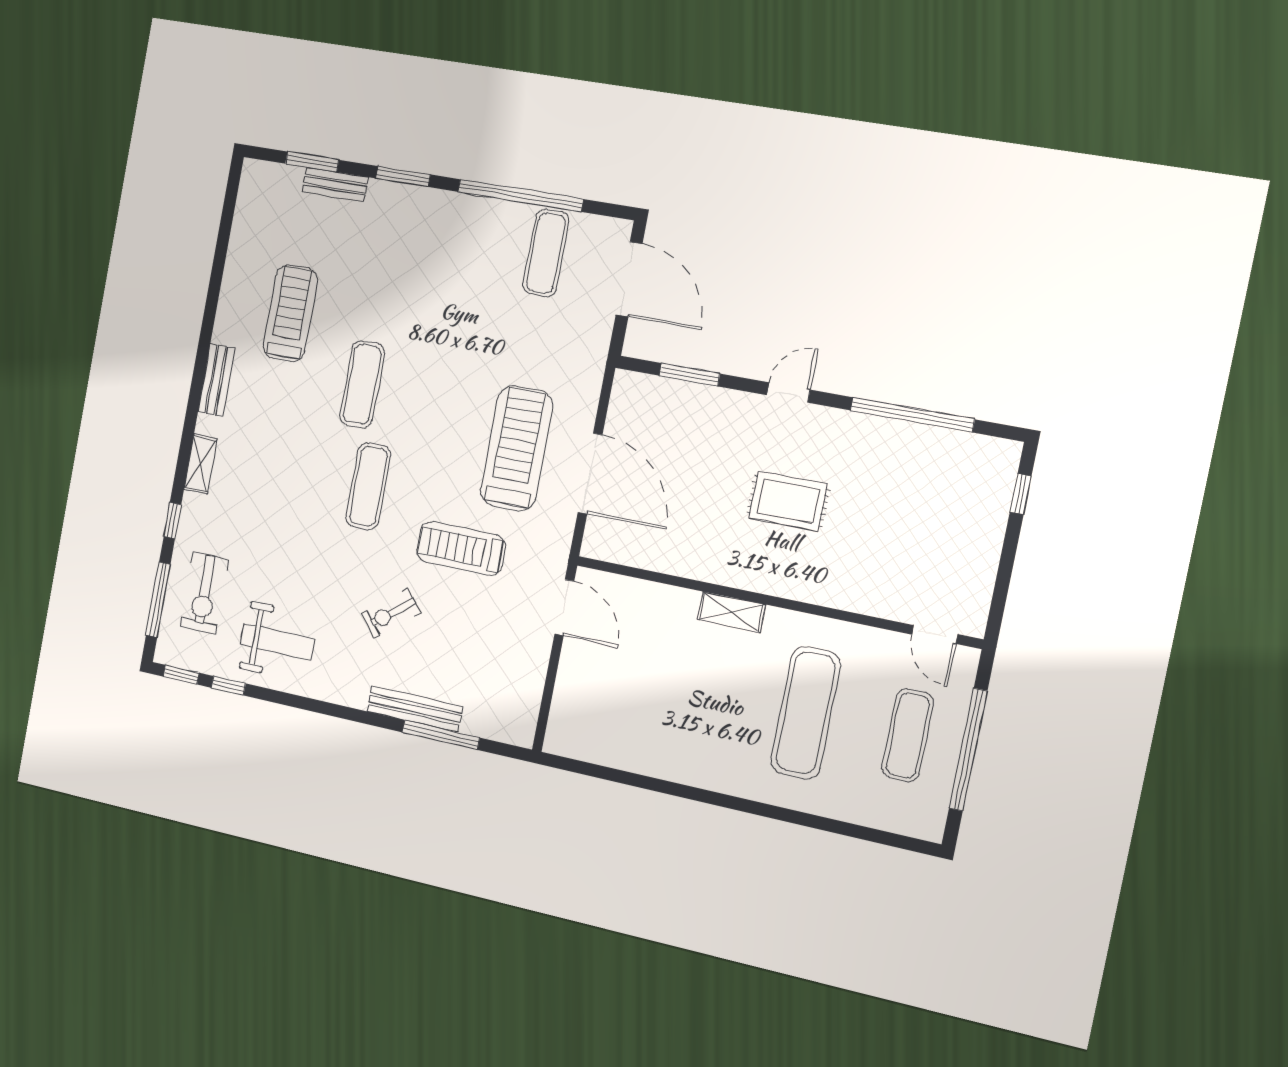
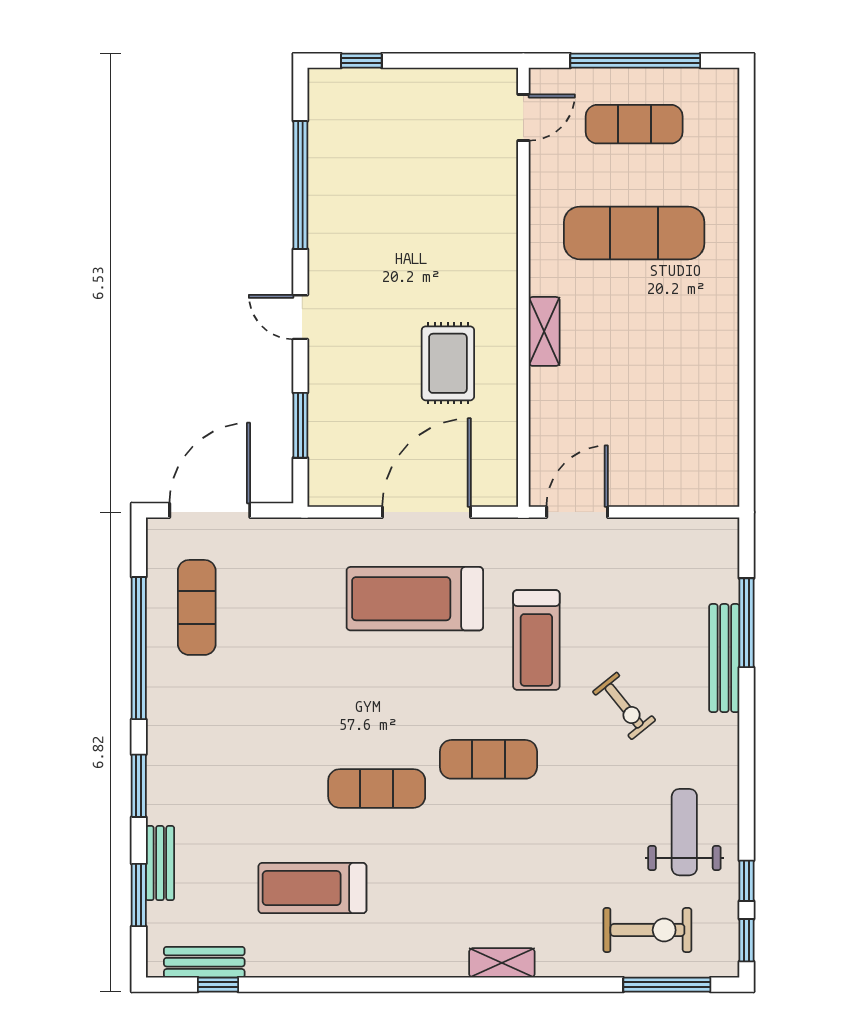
exercise mat: (546, 253) -> (197, 607), turned 90
bench: (216, 380) -> (204, 962), moved
rug: (788, 501) -> (448, 363), moved
window: (172, 520) -> (218, 985), moved

